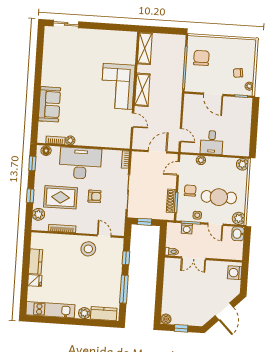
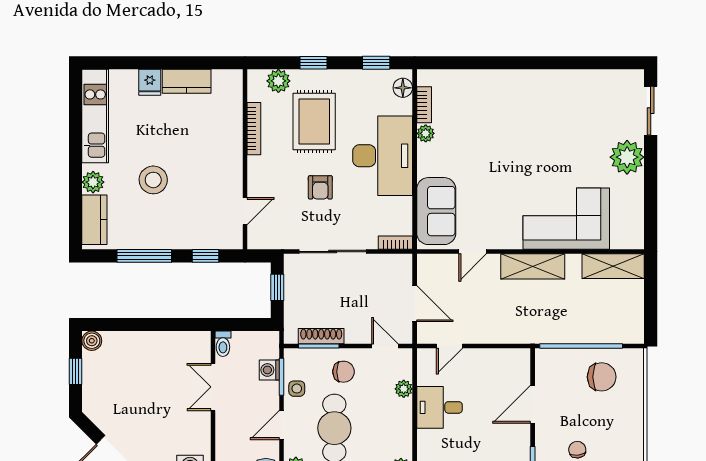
plant: (89, 38) -> (627, 157), added
corner sofa: (118, 86) -> (566, 219), moved
sofa: (49, 104) -> (436, 211), moved, turned -90
stool: (88, 249) -> (153, 180), moved

